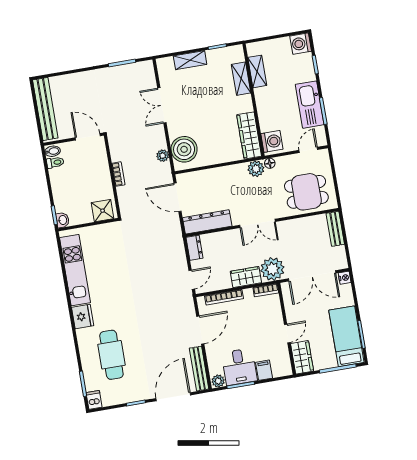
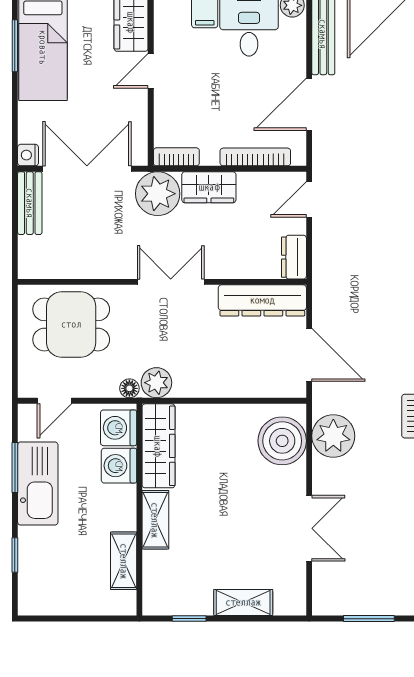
washing machine: (301, 44) -> (119, 466), moved, turned 180
shelving: (241, 79) -> (155, 520), moved
plant: (163, 156) -> (333, 436), width x1.87, depth x1.87
bench: (335, 229) -> (30, 203), moved

